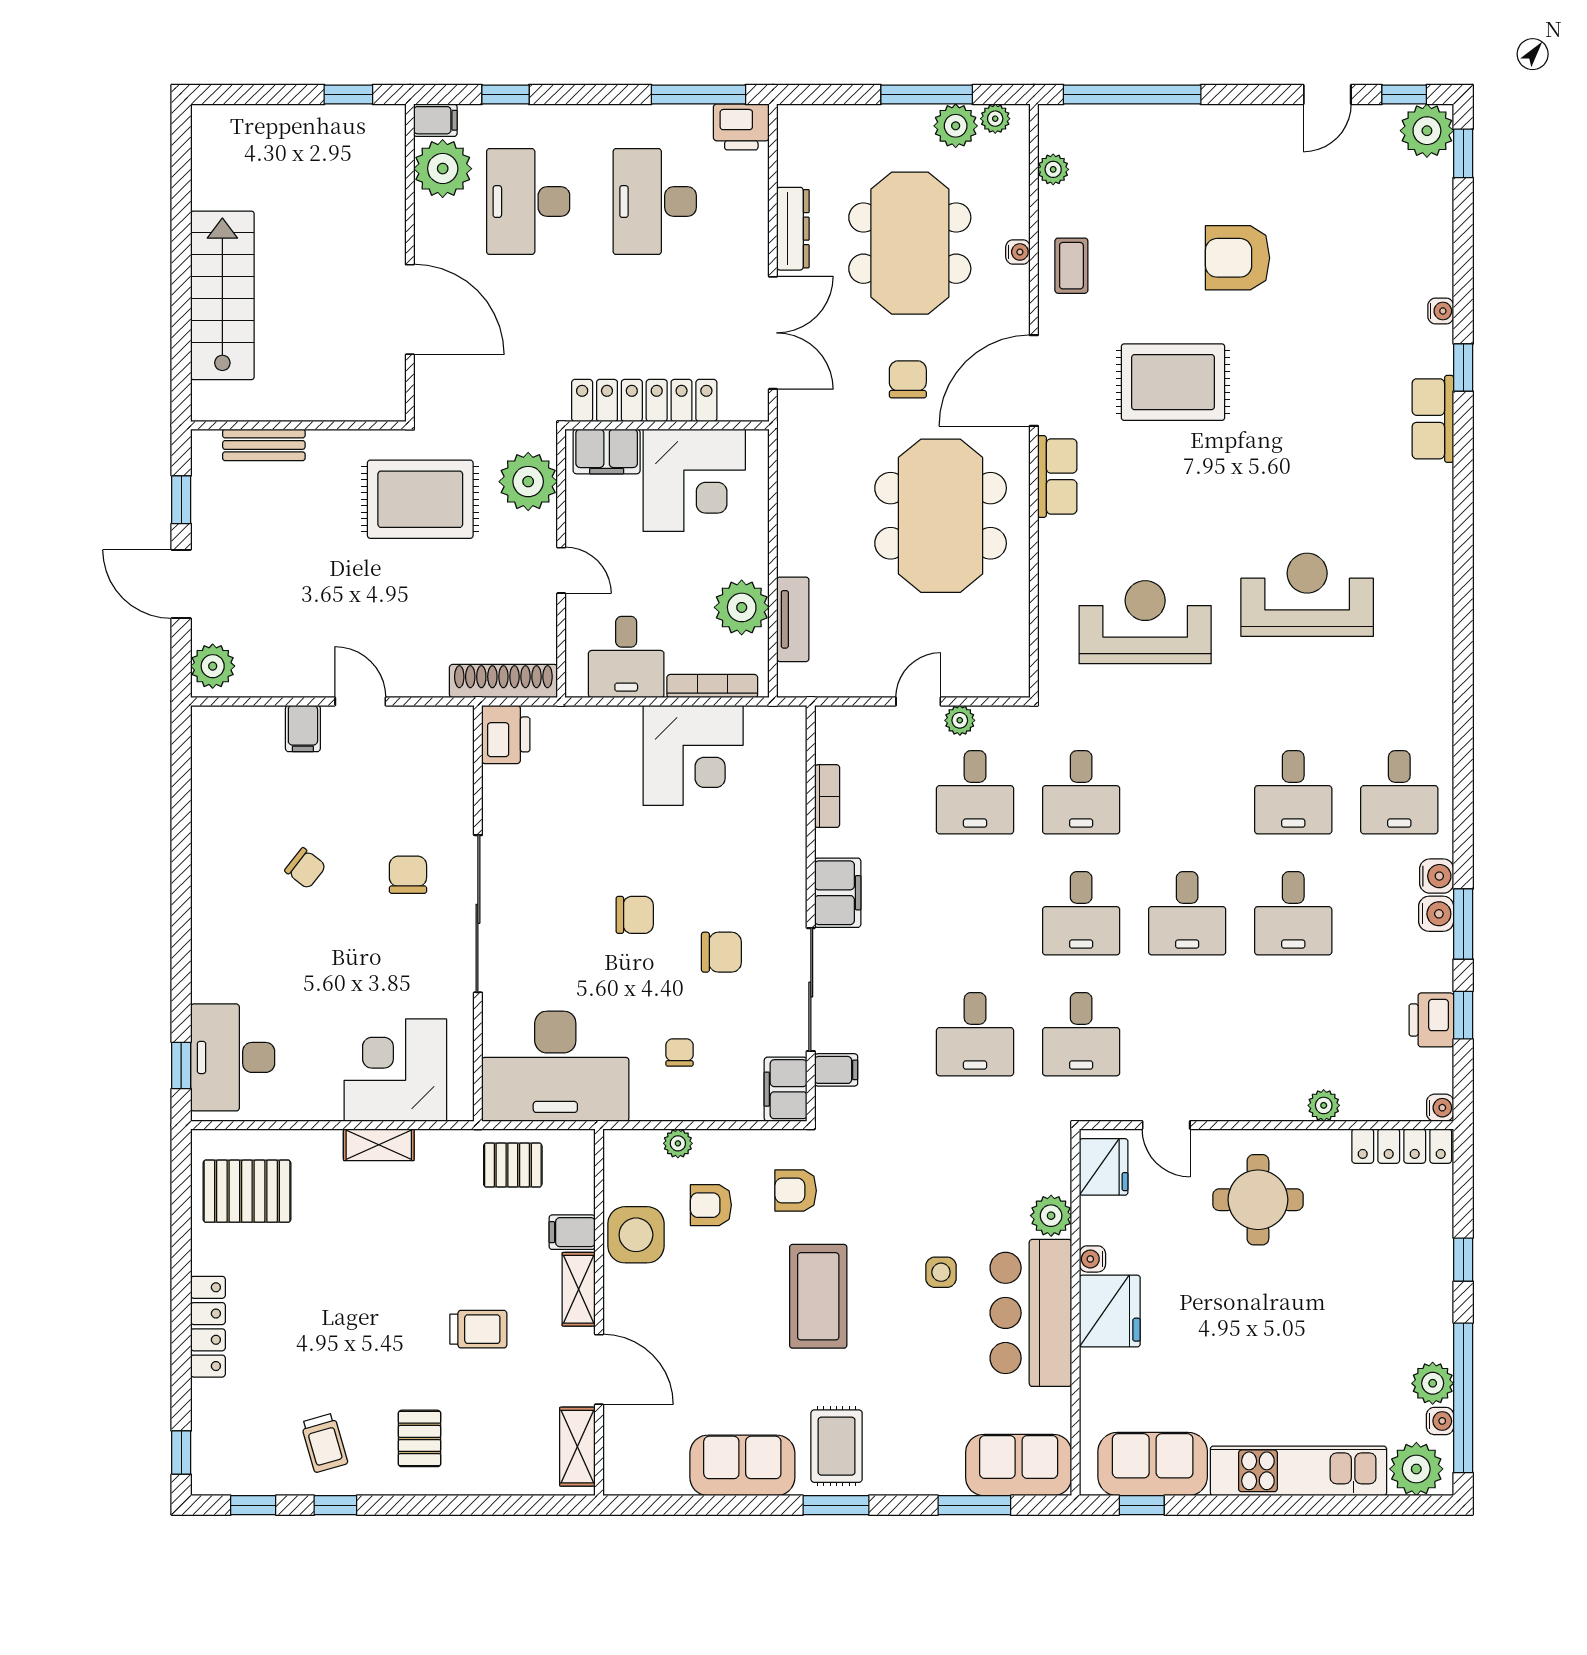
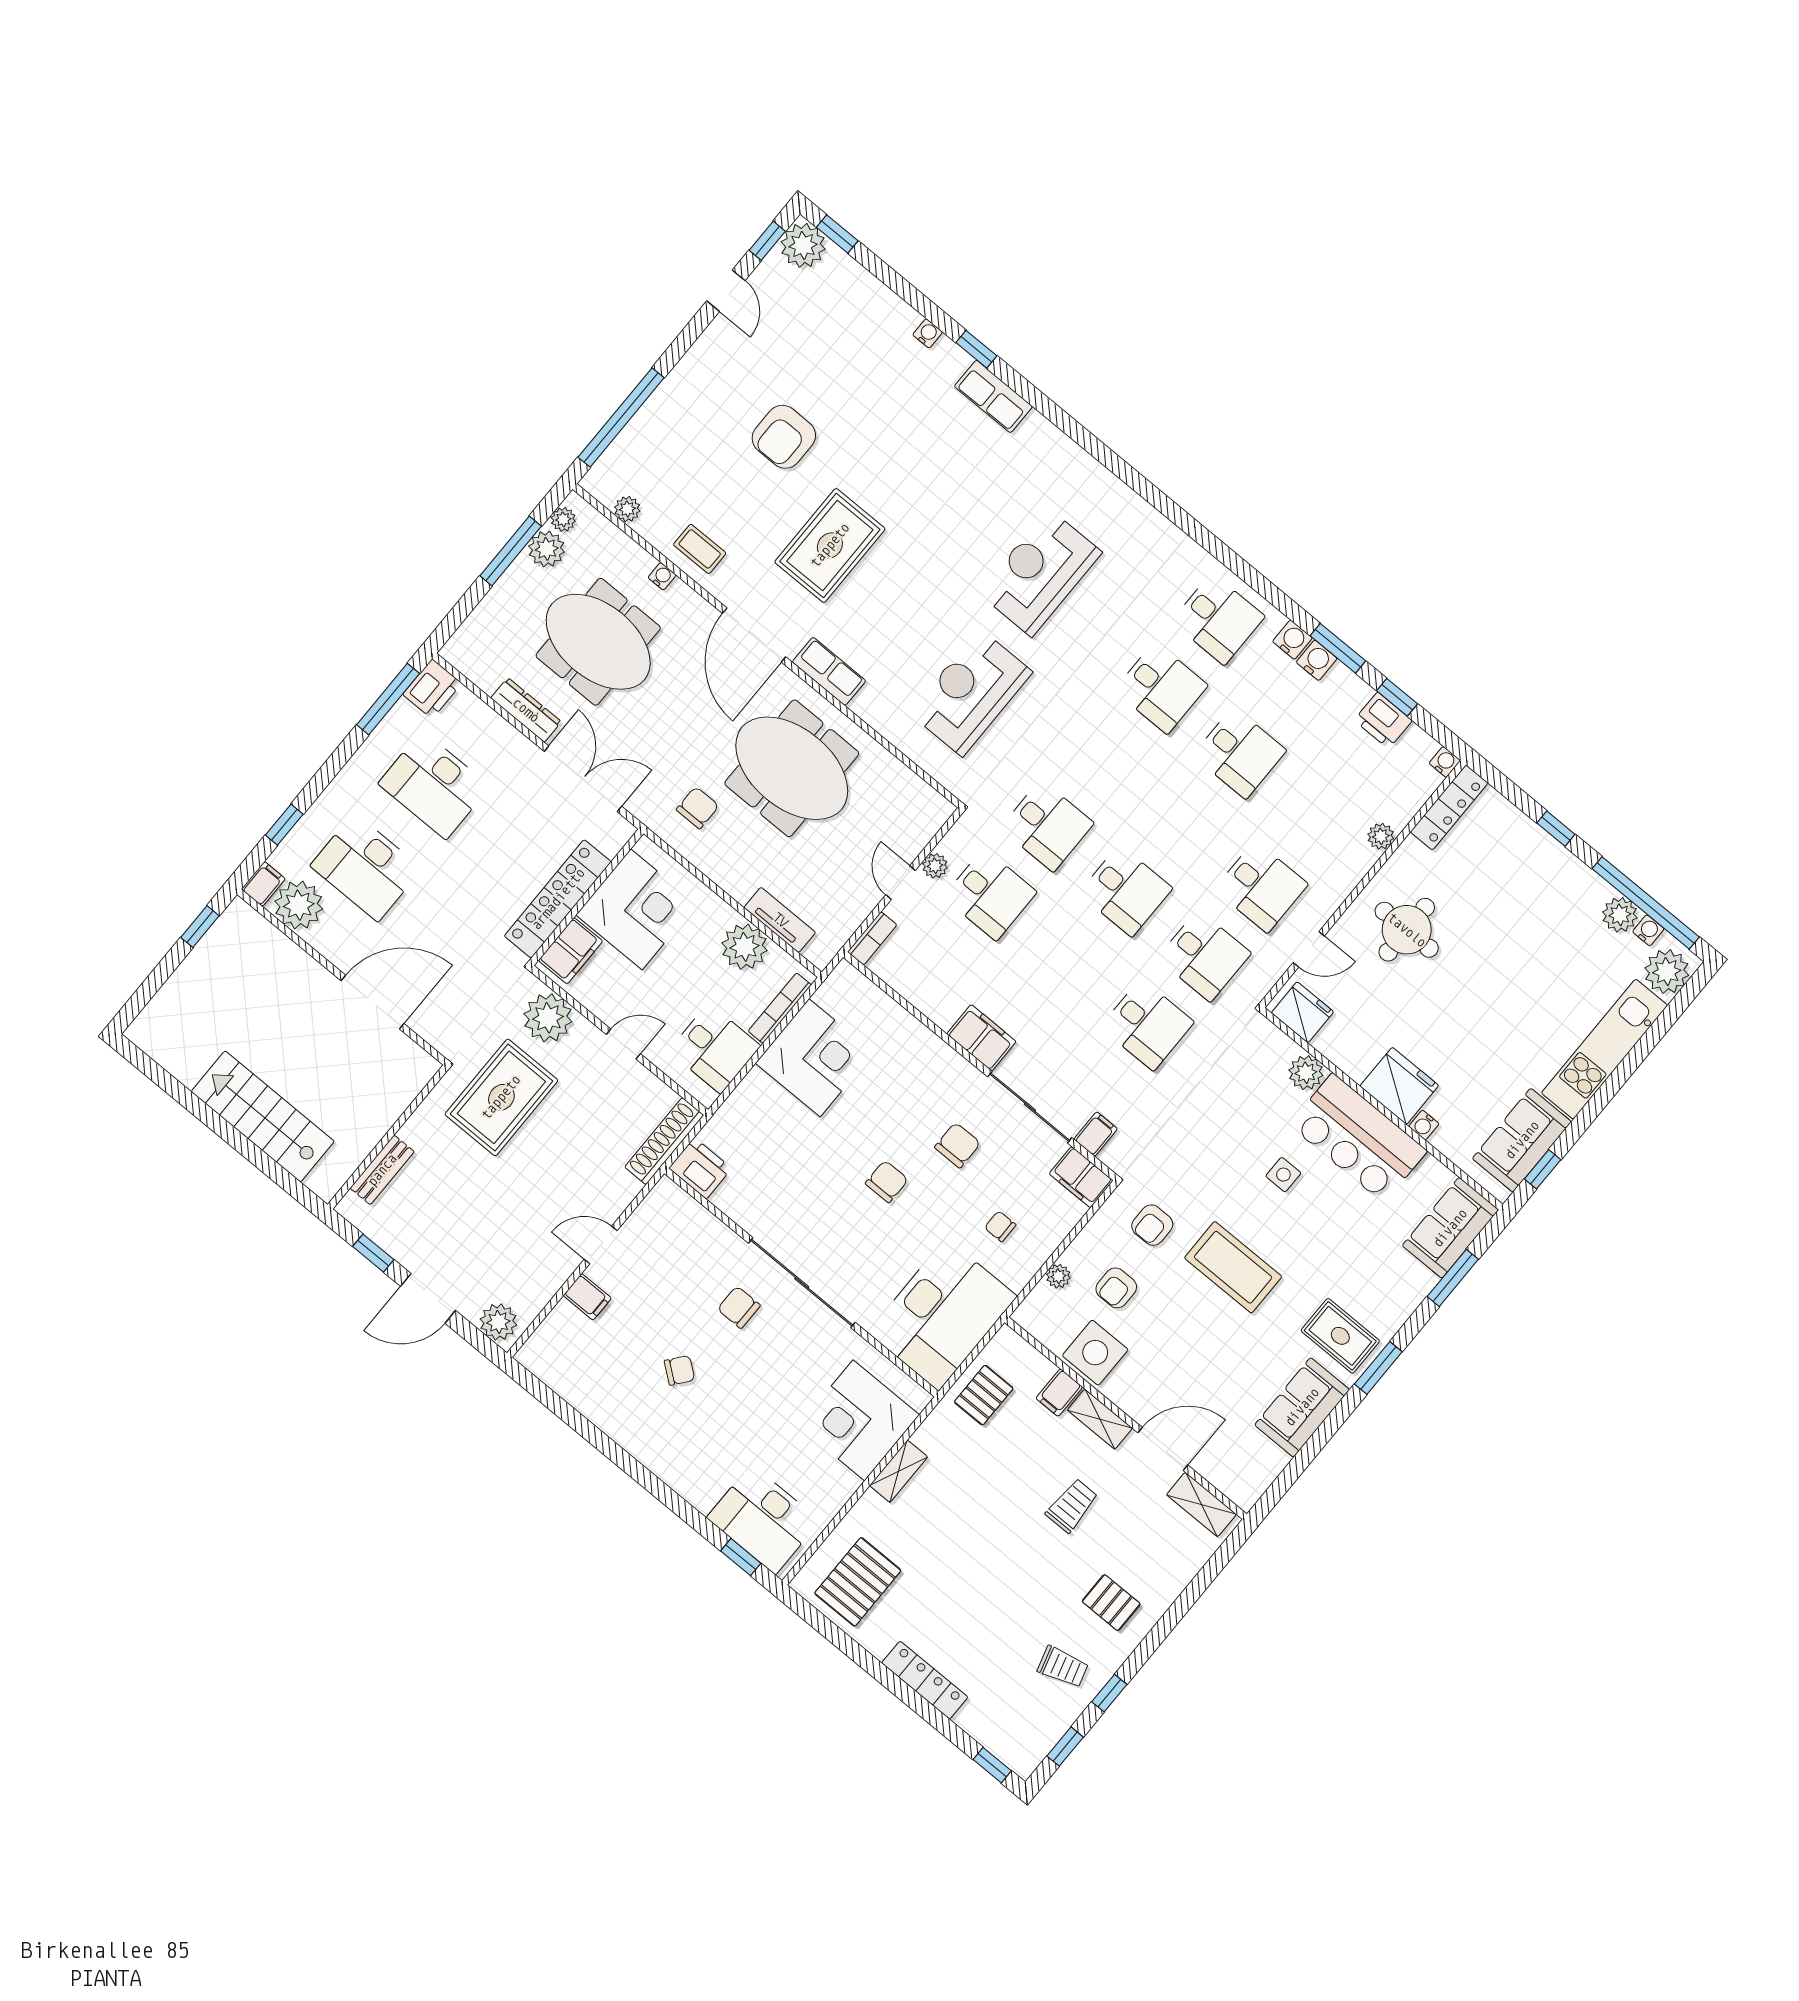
chair: (908, 379) -> (698, 808), moved, turned 90
bookcase: (827, 796) -> (872, 938), moved, turned 90
desk: (1187, 913) -> (1261, 887), moved
water cooler: (1092, 1259) -> (1424, 1125), moved

